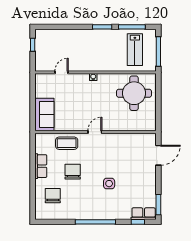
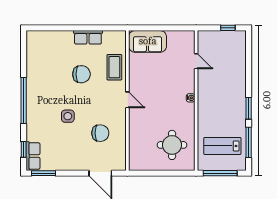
round table: (134, 93) -> (172, 145), width x0.73, depth x0.73
chair: (53, 196) -> (100, 133), moved

